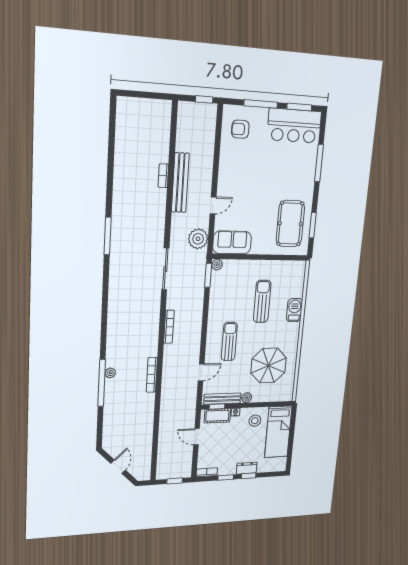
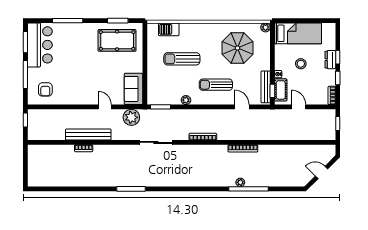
plant: (217, 265) -> (186, 100), moved
barbecue: (294, 310) -> (169, 29), moved
plant: (247, 398) -> (266, 27), moved
stool: (255, 421) -> (301, 64), moved
door: (197, 437) -> (299, 107), swing flipped

